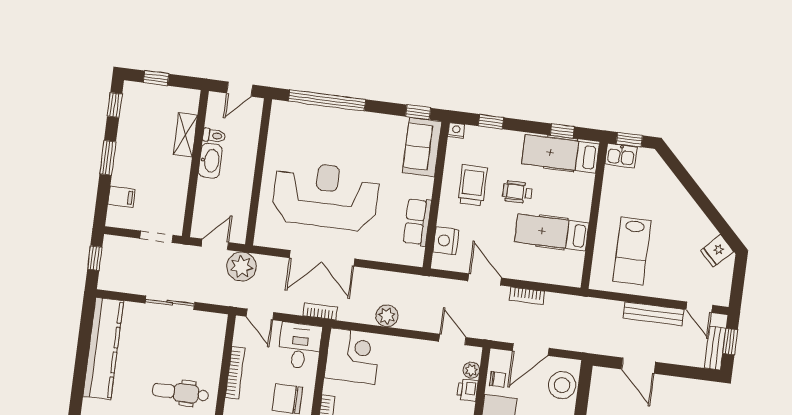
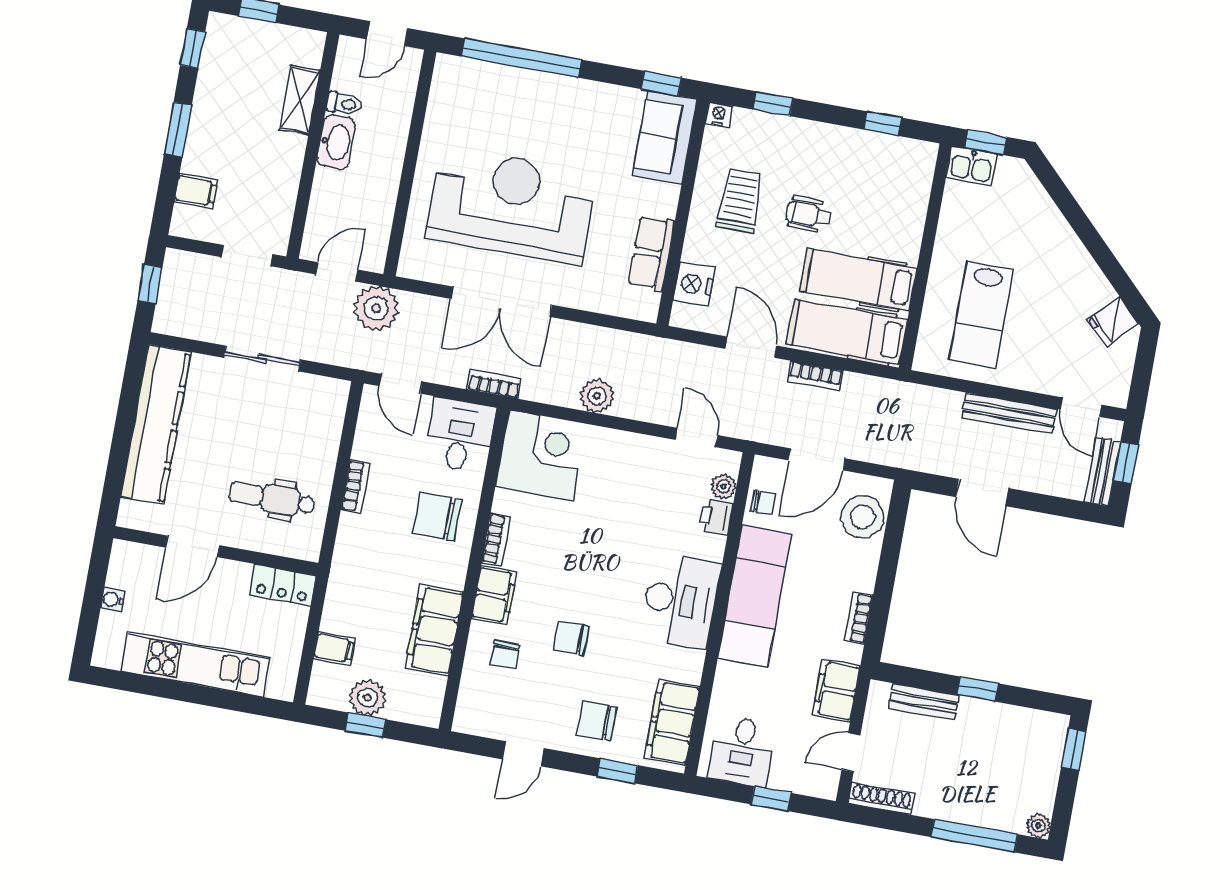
hospital bed: (561, 154) -> (847, 332), moved
bookcase: (235, 373) -> (355, 486), width x0.64

